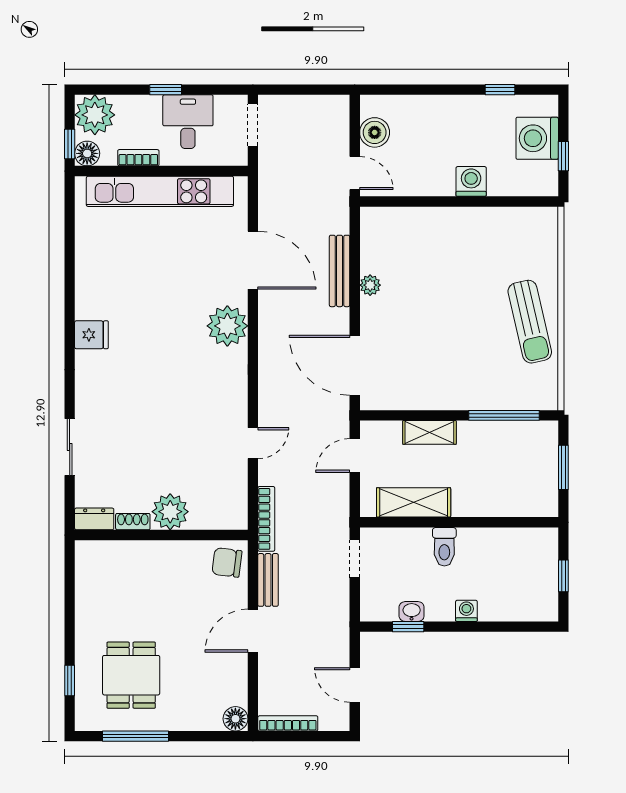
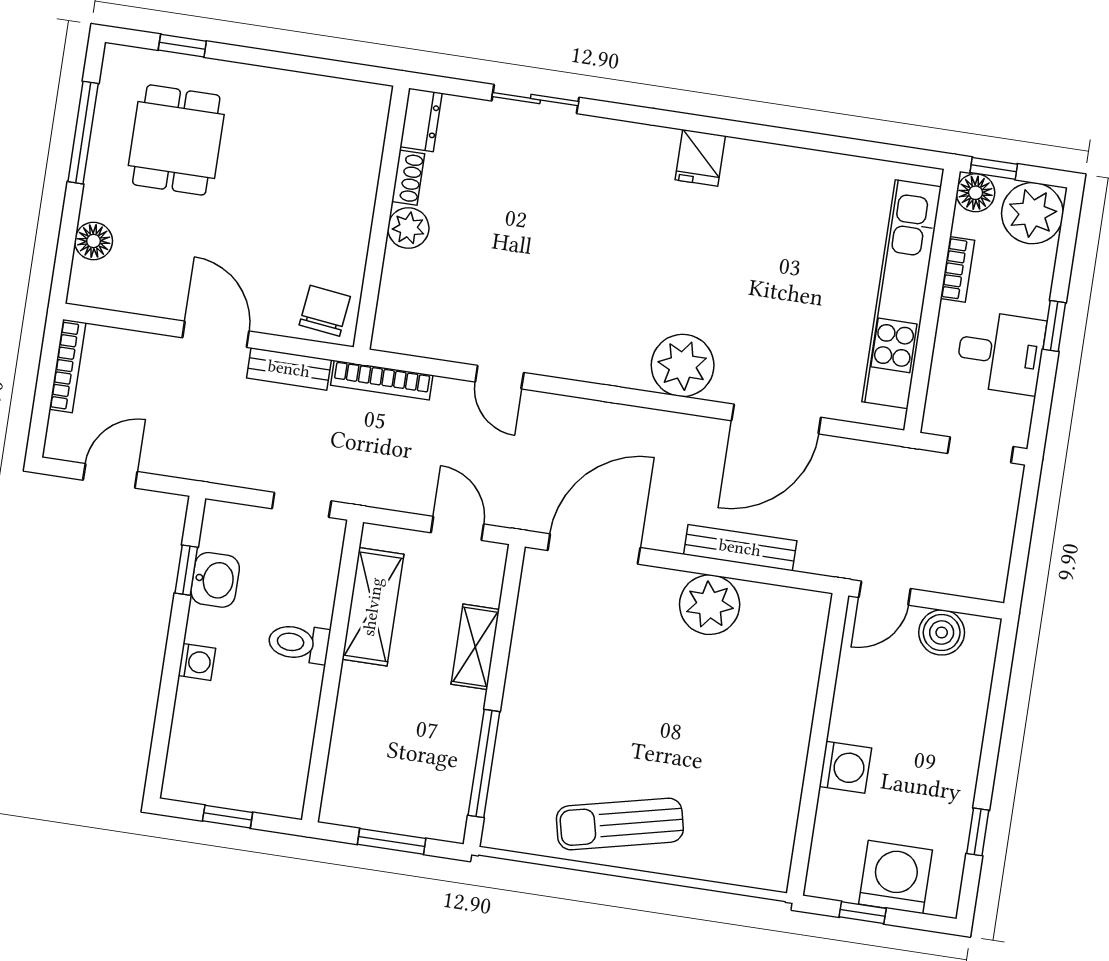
plant: (370, 285) -> (710, 605), width x1.87, depth x1.87
plant: (170, 512) -> (408, 228), width x0.73, depth x0.73
washbasin: (412, 612) -> (215, 580), width x1.38, depth x1.45
dining table: (131, 675) -> (176, 140), turned 90
floor lamp: (235, 719) -> (94, 241), moved

